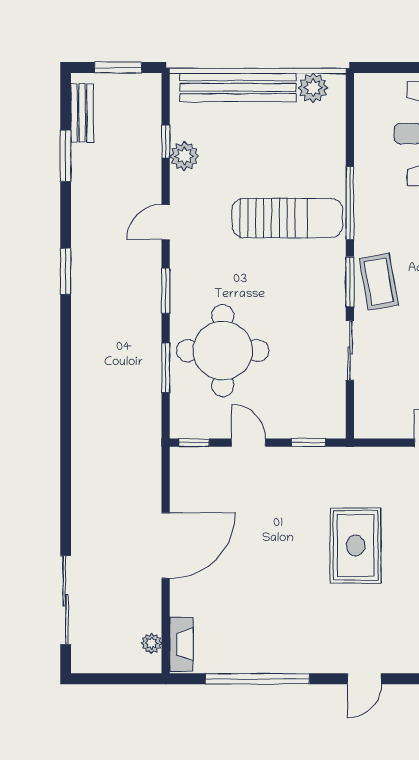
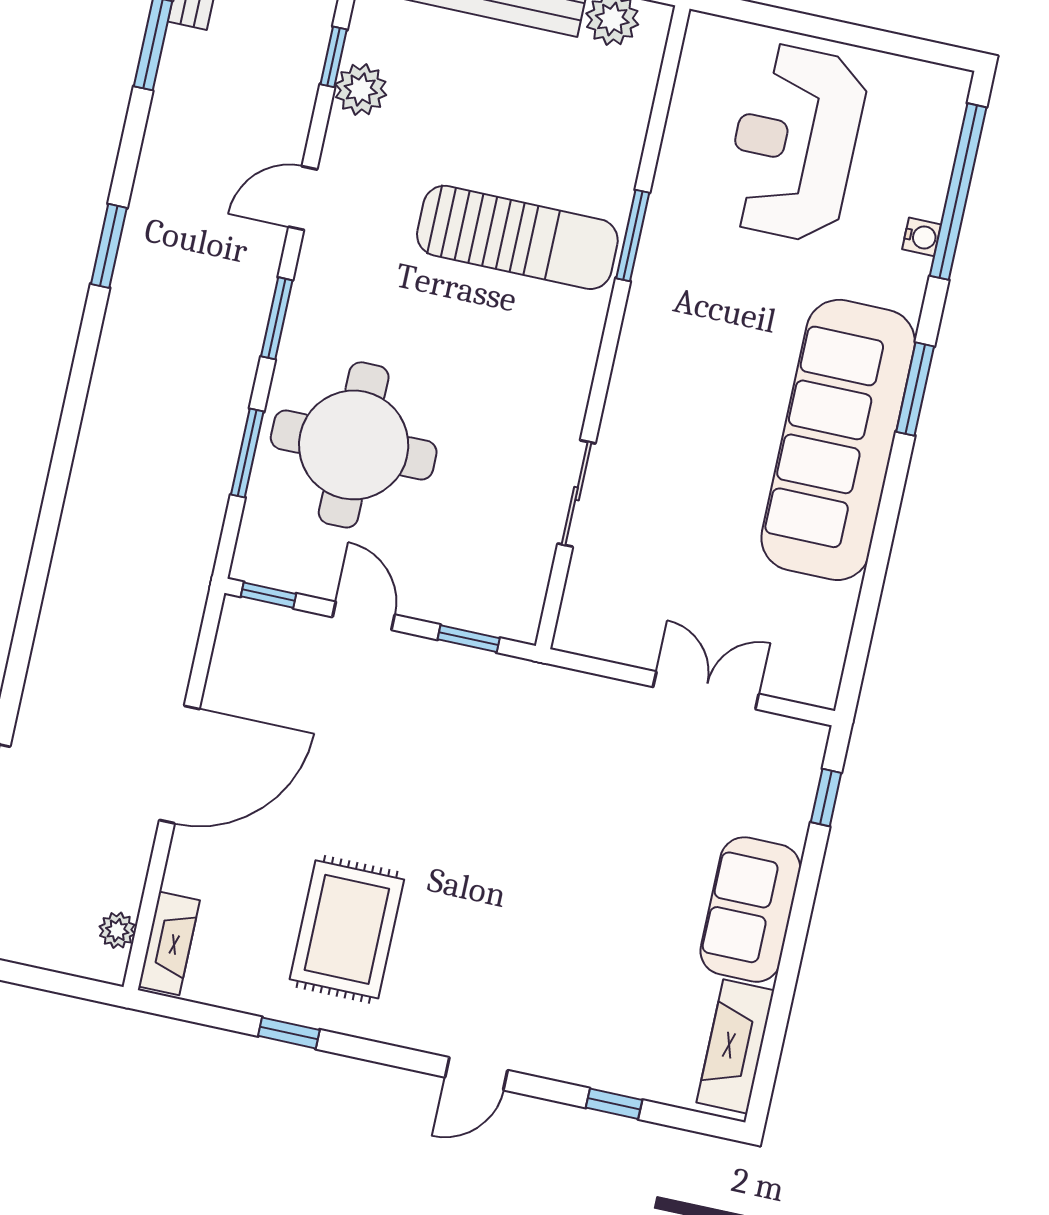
window: (350, 203) -> (633, 235), width x0.69
window: (350, 282) -> (603, 373), removed
coffee table: (379, 282) -> (653, 384), removed
rug: (356, 545) -> (347, 929), moved
window: (257, 679) -> (289, 1033), width x0.32

